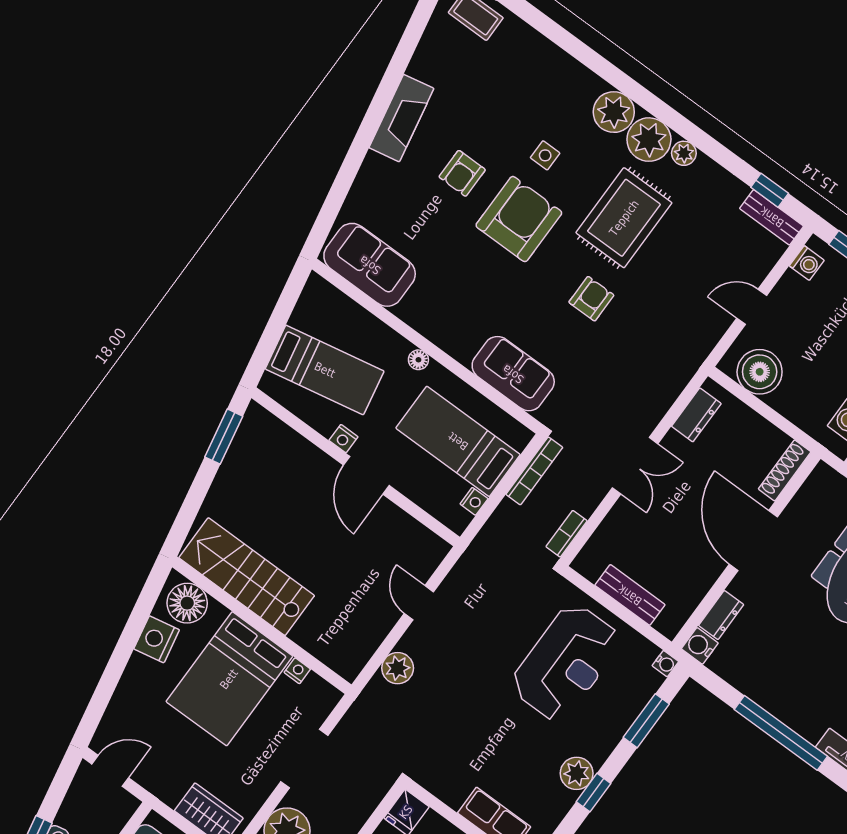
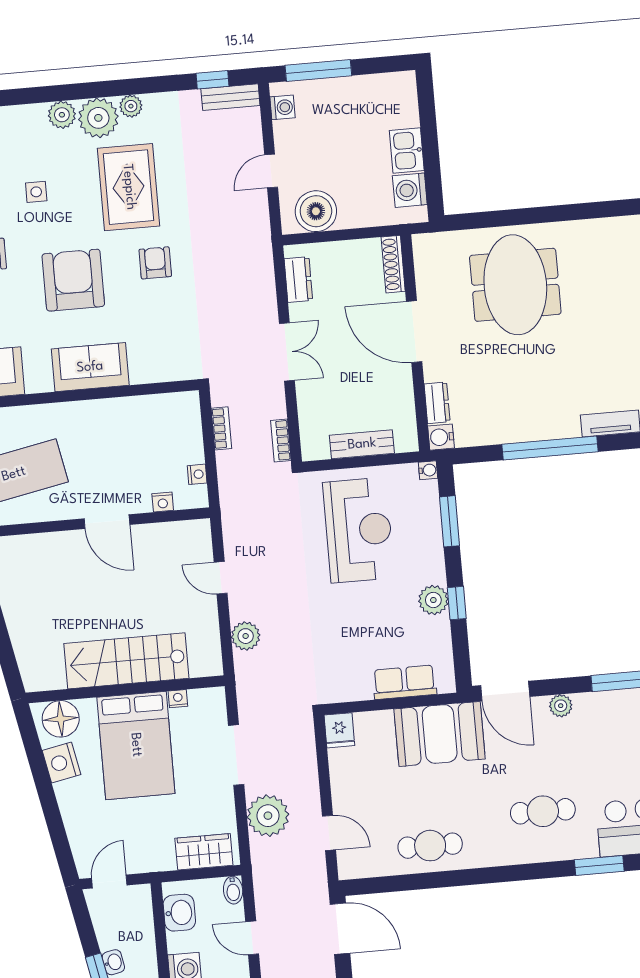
plant: (614, 112) -> (62, 115), width x0.73, depth x0.73
armchair: (519, 219) -> (73, 280), moved
floor lamp: (418, 360) -> (73, 410), removed
sofa: (513, 374) -> (90, 367), moved
nightstand: (343, 439) -> (163, 502), moved
bed: (458, 441) -> (150, 442), removed
bookcase: (534, 471) -> (221, 428), width x0.64
stairs: (247, 577) -> (126, 661), moved

